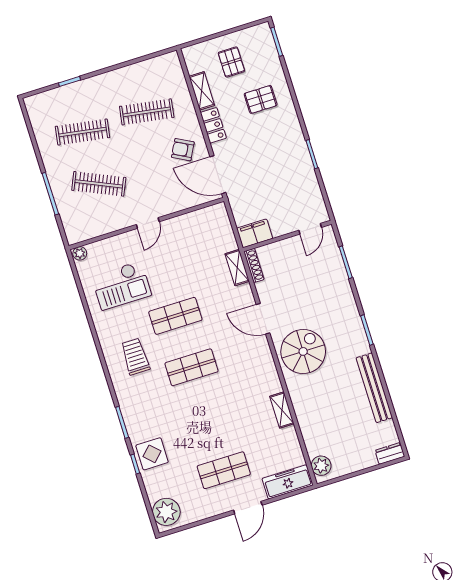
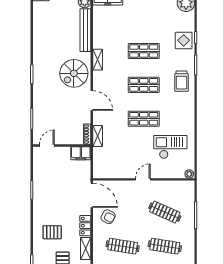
trolley: (135, 357) -> (181, 81), moved
bench: (374, 388) -> (85, 30), moved
shelving: (282, 410) -> (98, 60), moved
shop shelf: (224, 470) -> (144, 51), moved

